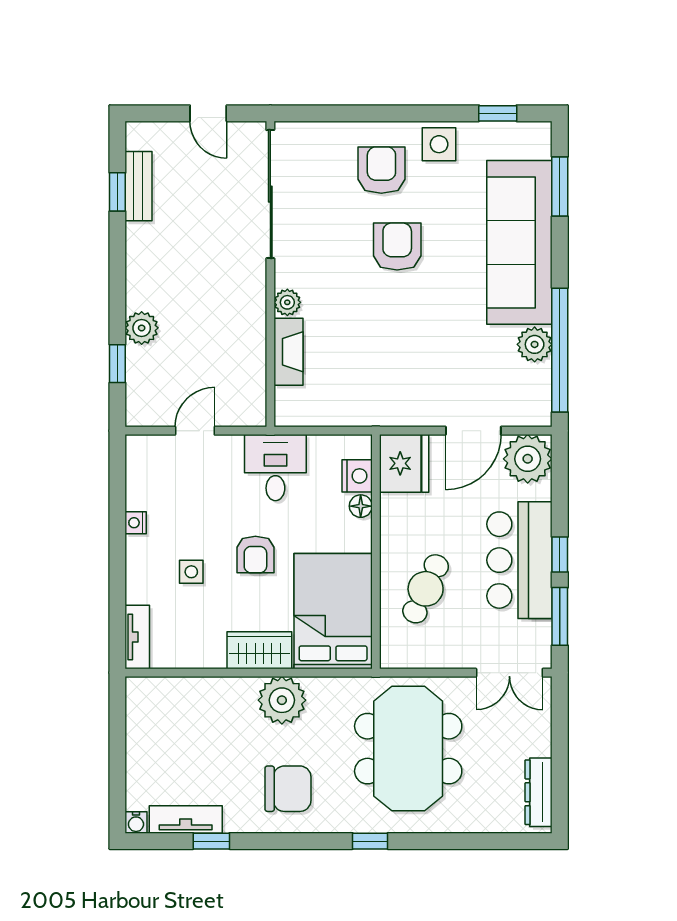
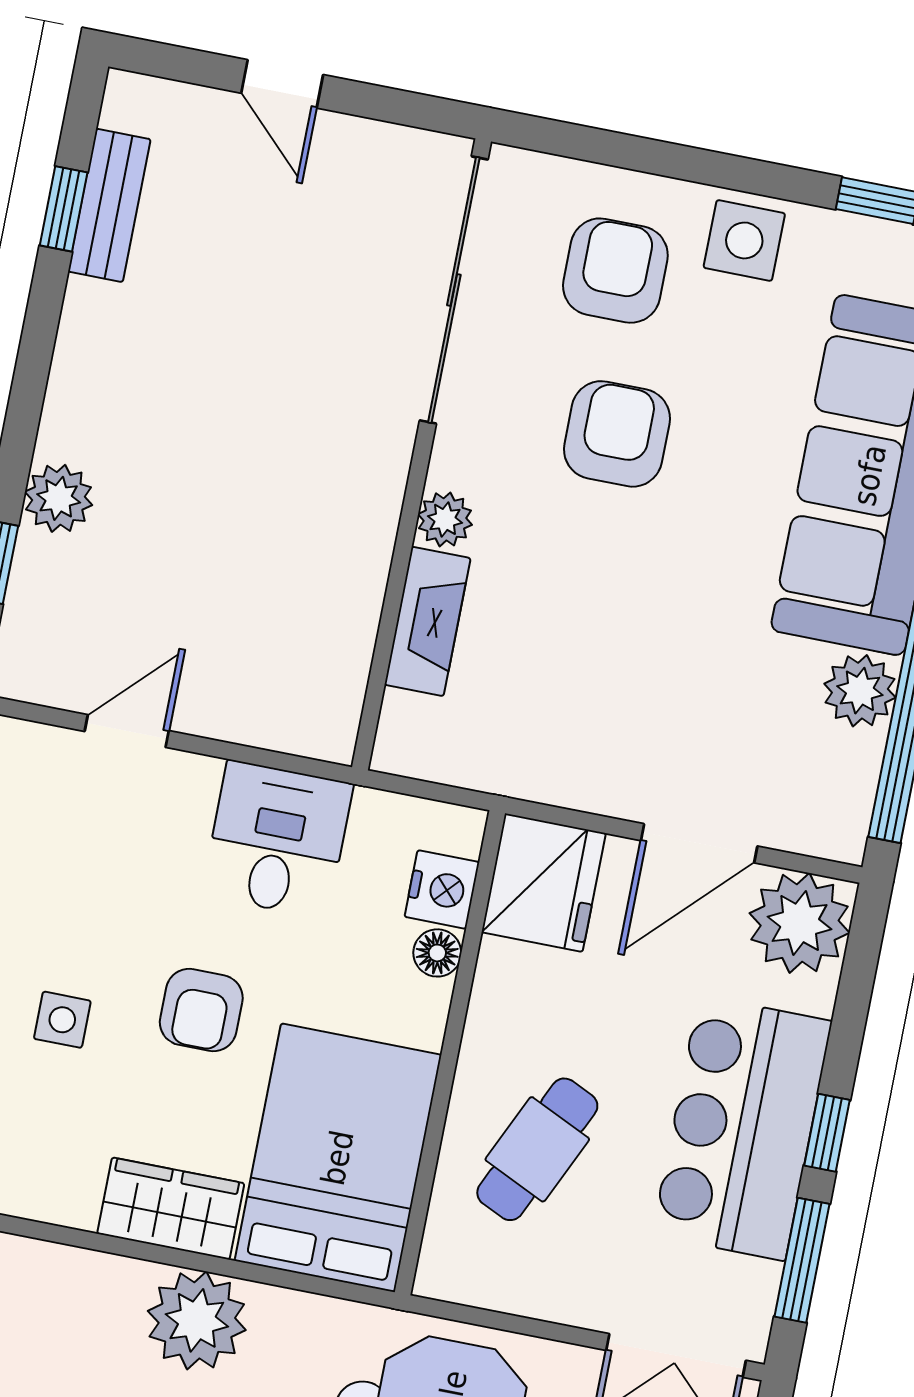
sliding door: (270, 194) -> (454, 290), moved
wall: (270, 274) -> (422, 454), moved
plant: (287, 302) -> (445, 519), moved
fireplace: (288, 352) -> (427, 621), moved

